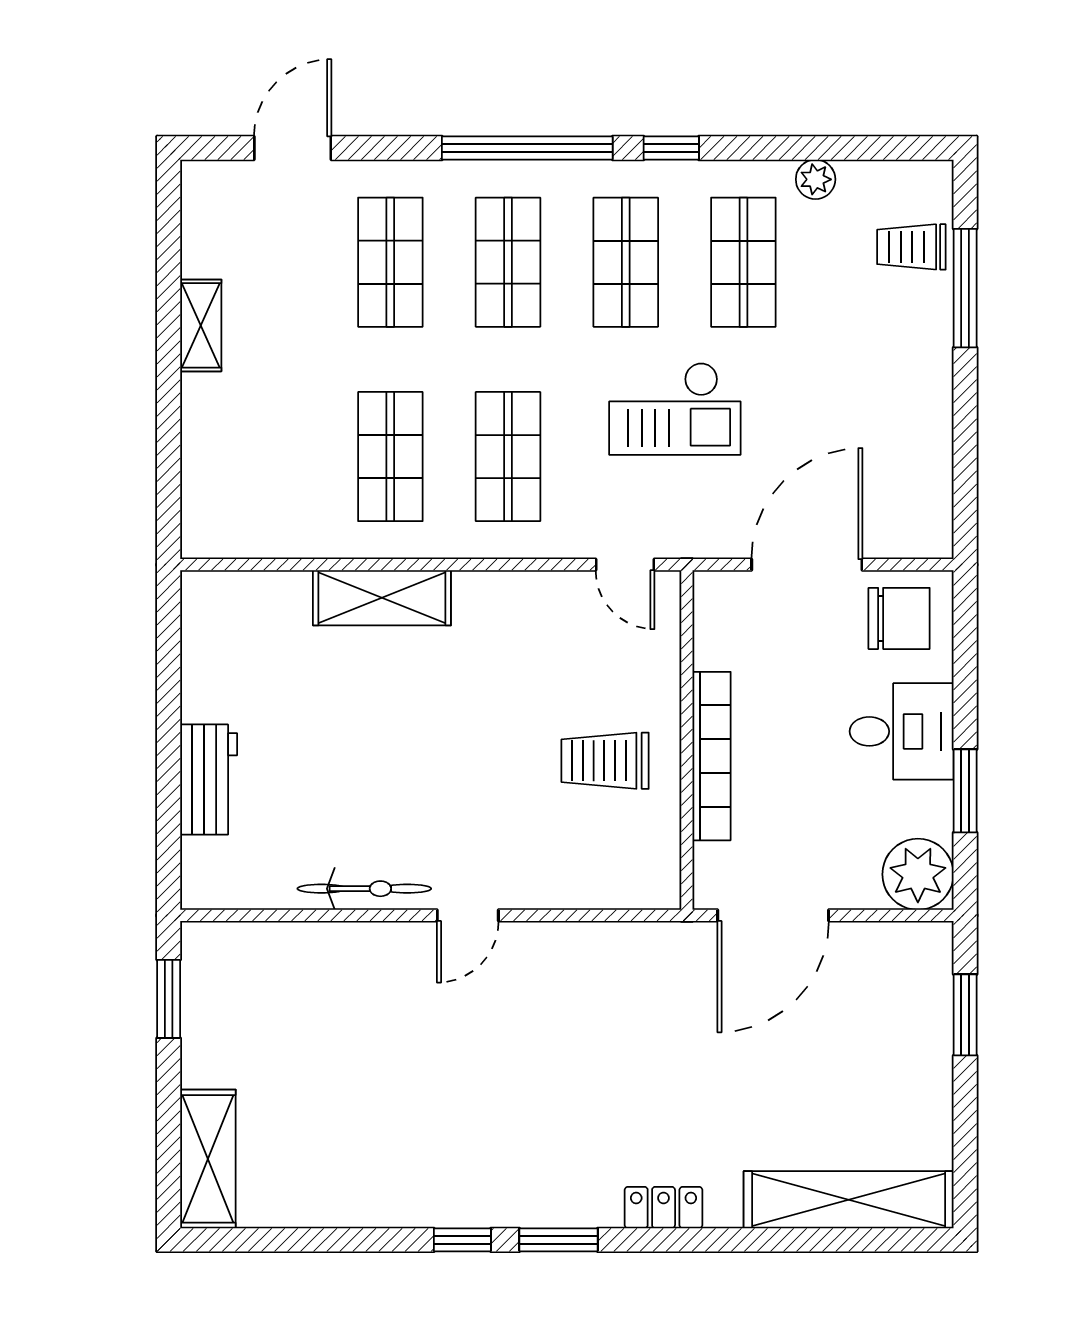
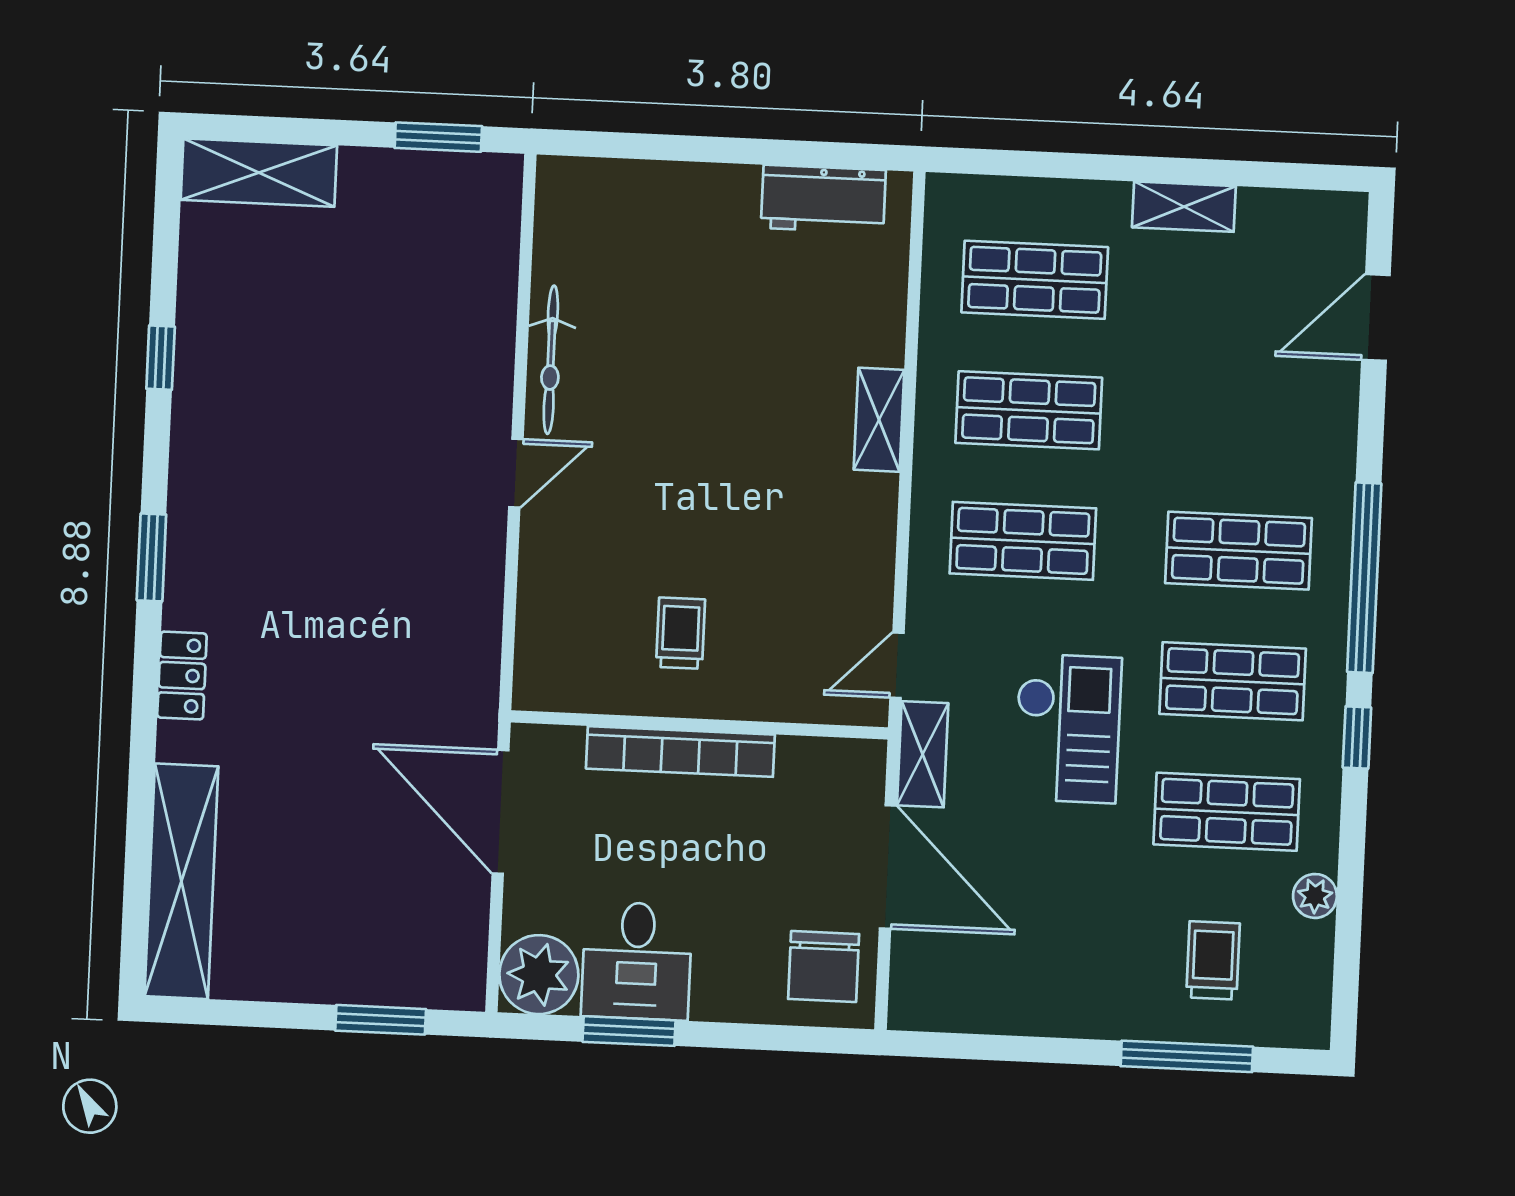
door: (293, 148) -> (1376, 317), swing flipped
trolley: (911, 247) -> (1213, 960), moved
shop shelf: (390, 262) -> (1035, 280), moved
checkout: (675, 409) -> (1068, 728), turned 180
shelving: (704, 538) -> (923, 754), added
shelving: (382, 598) -> (879, 420), width x0.67, depth x0.75
desk: (902, 731) -> (637, 961), moved
trolley: (605, 761) -> (681, 633), width x0.73, depth x0.72
workbench: (209, 780) -> (823, 199), moved
door: (468, 915) -> (516, 473), swing flipped
window: (462, 1240) -> (161, 358), moved

